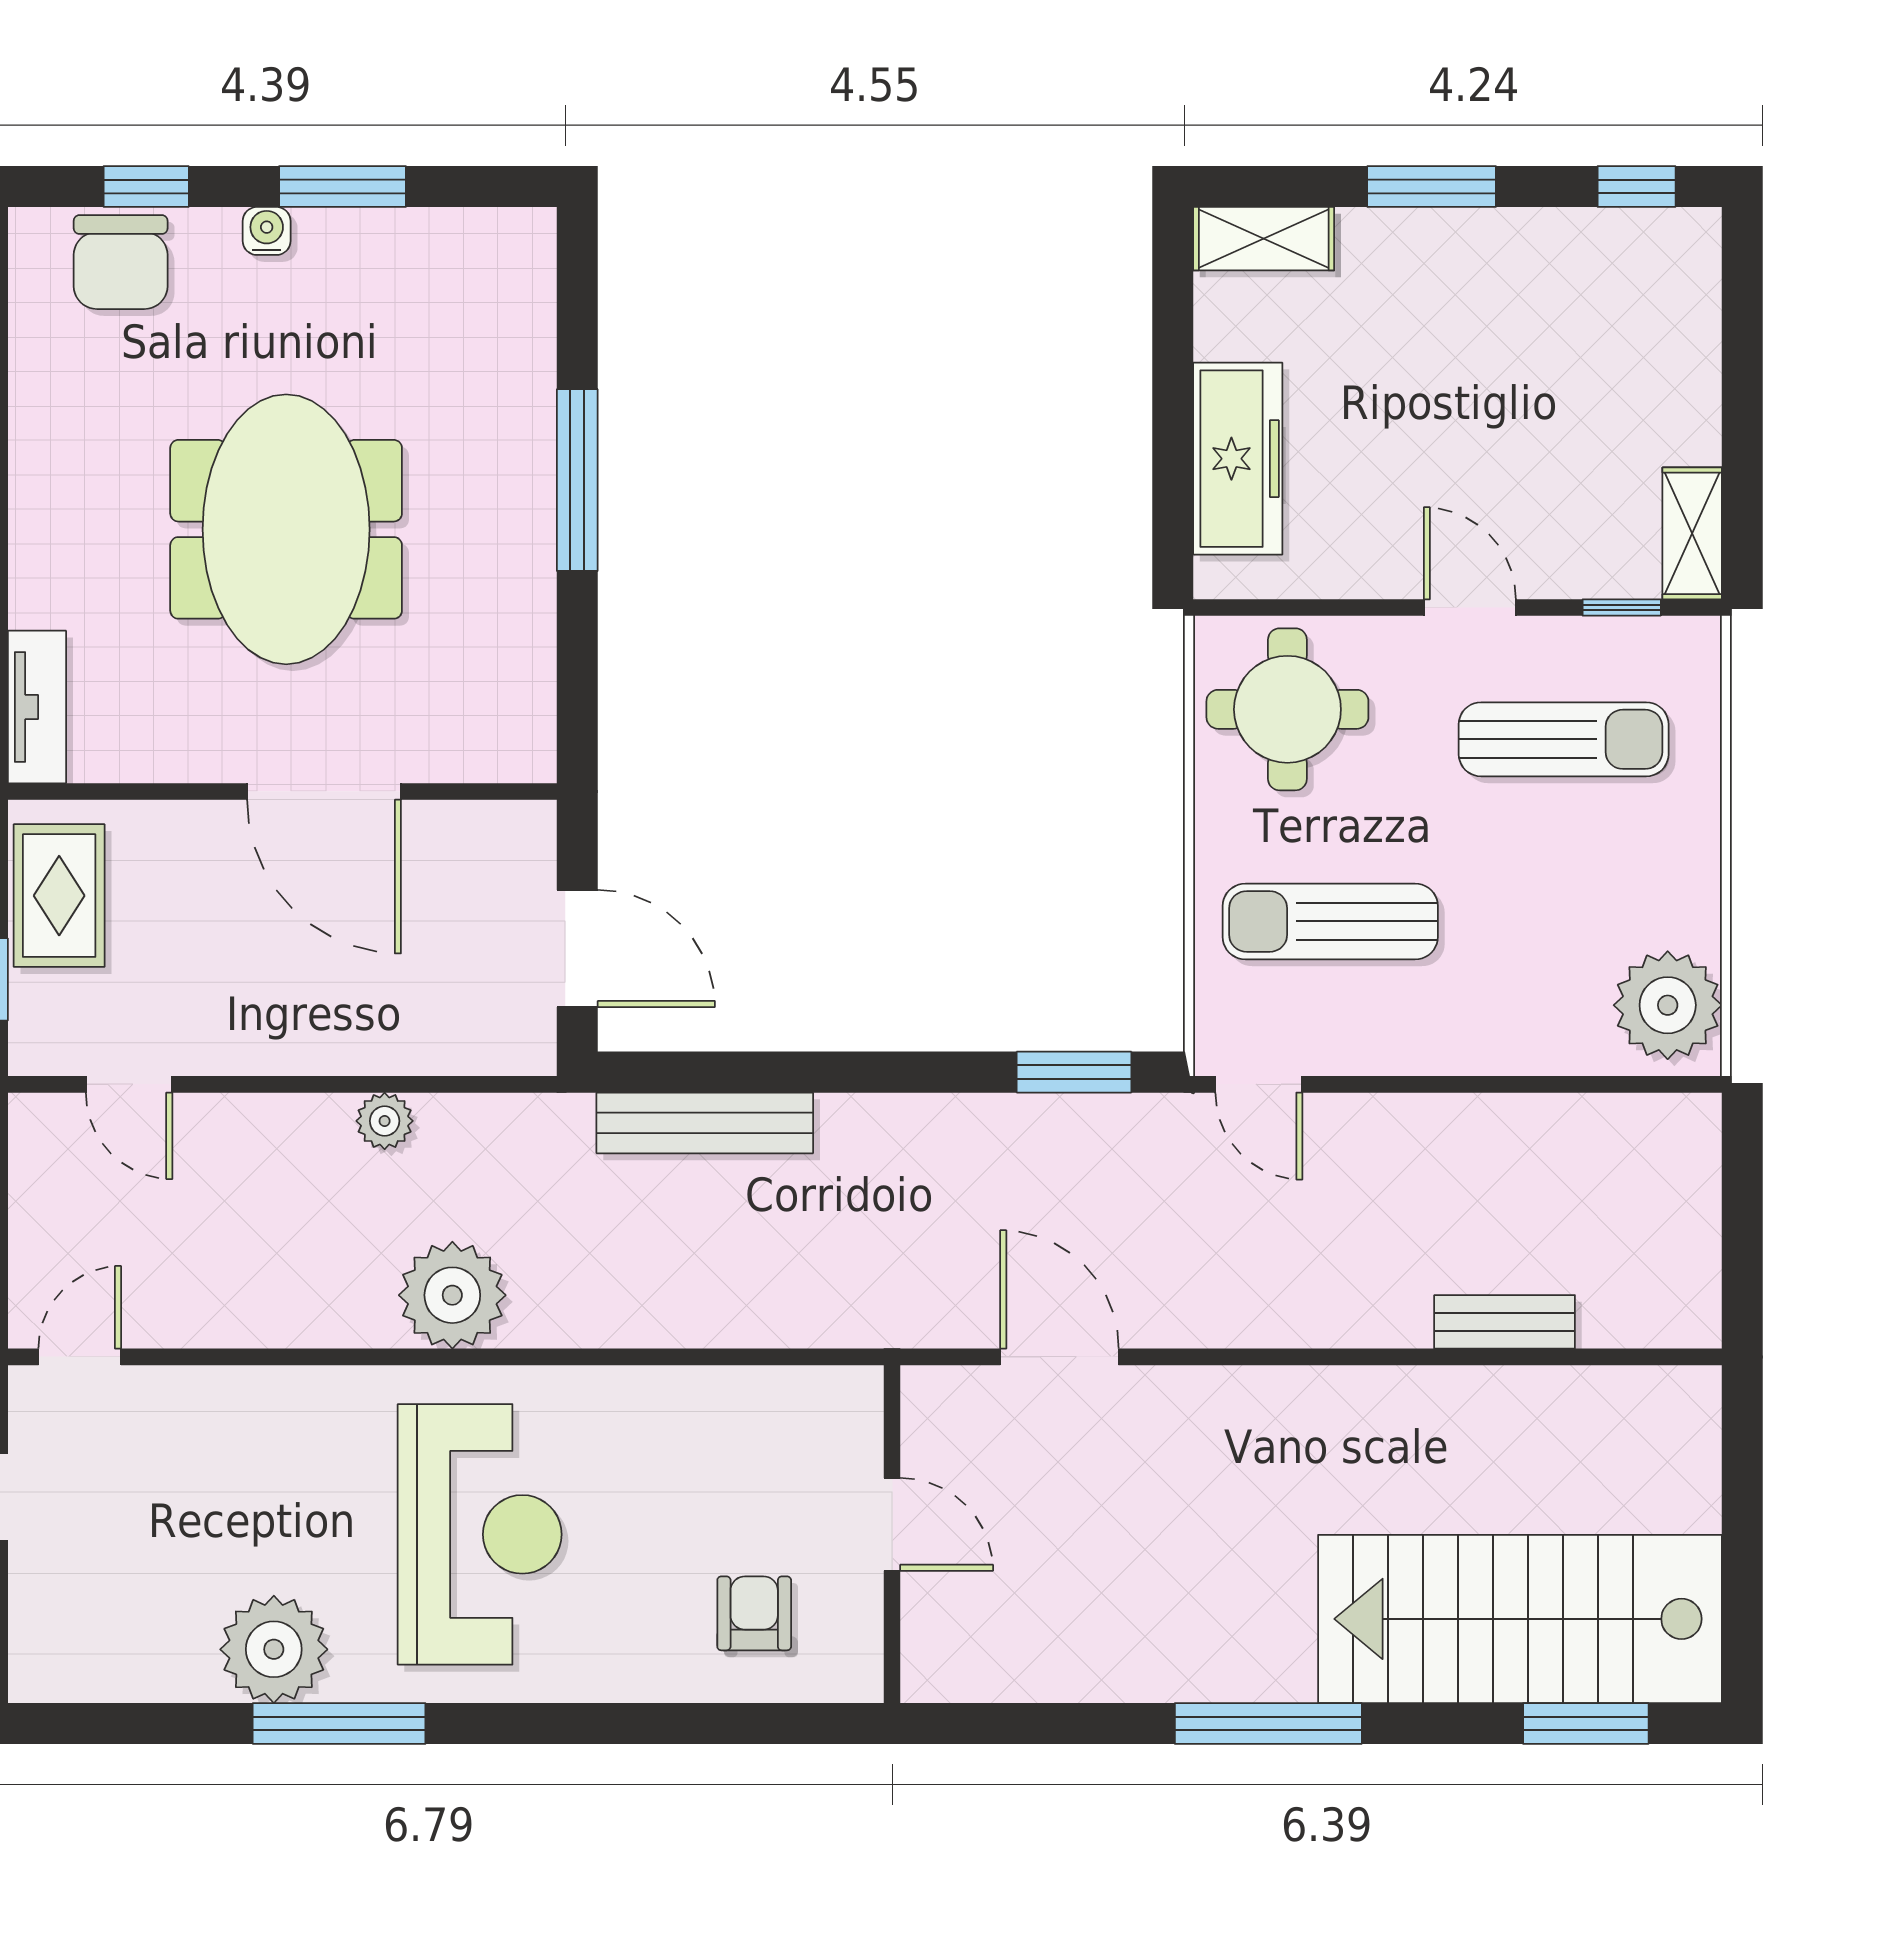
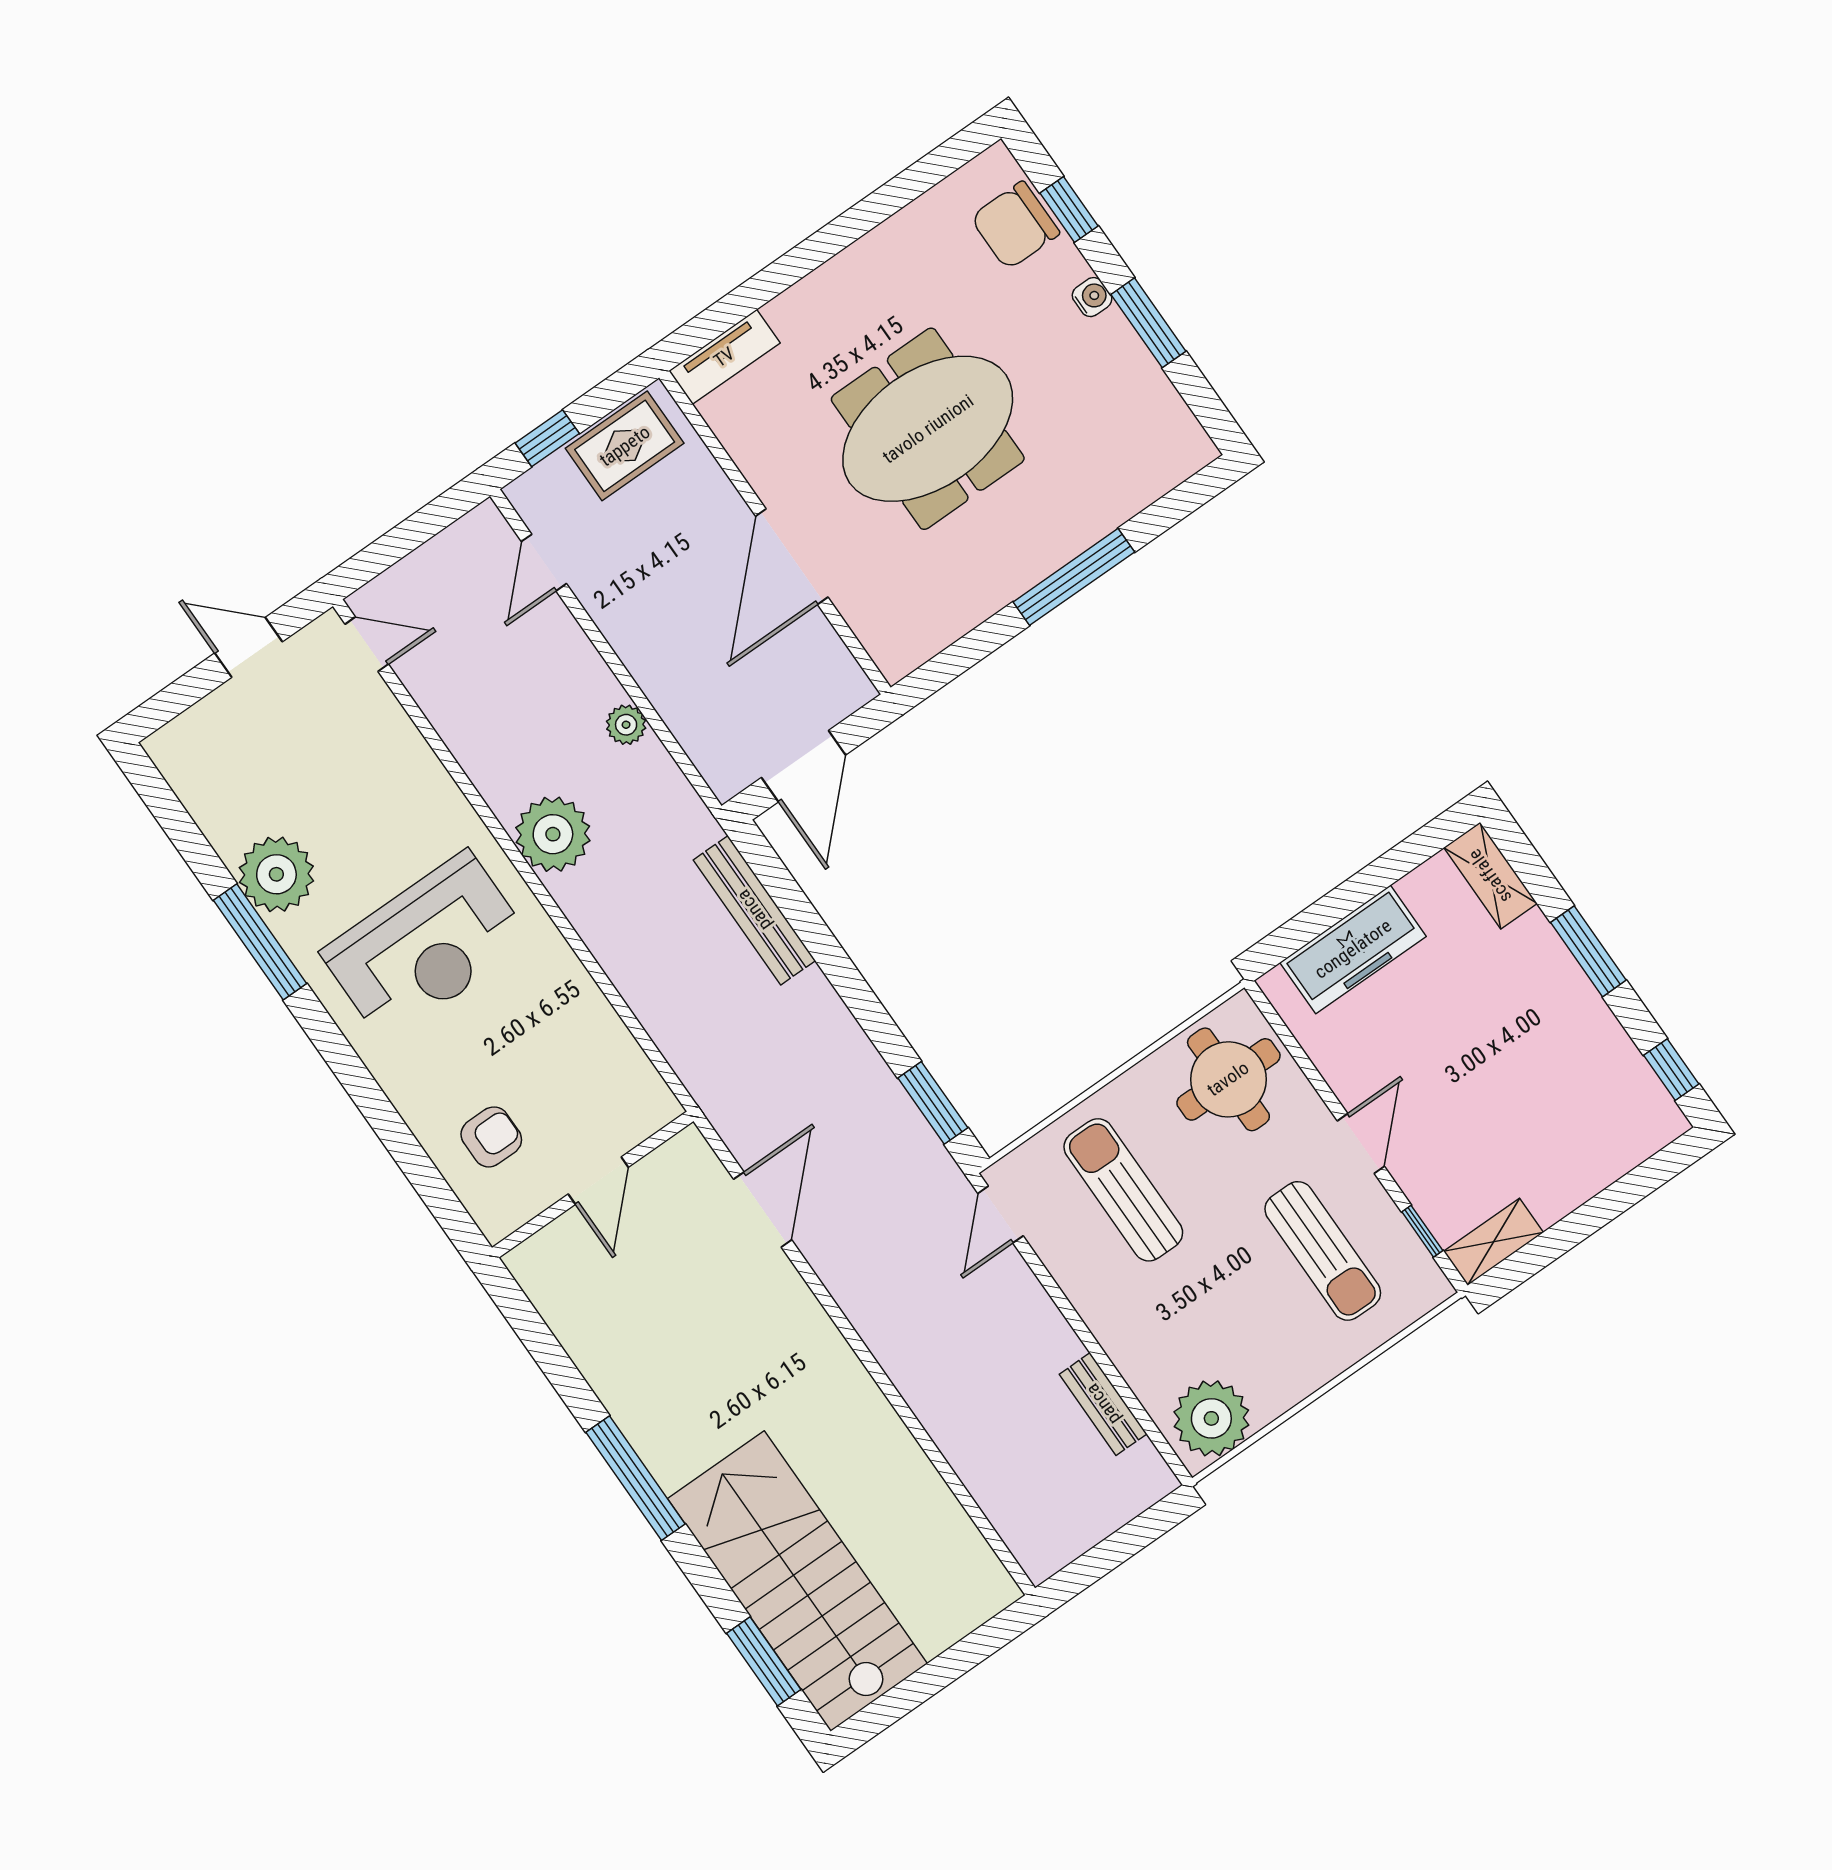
bench: (1505, 1322) -> (1103, 1404), moved

